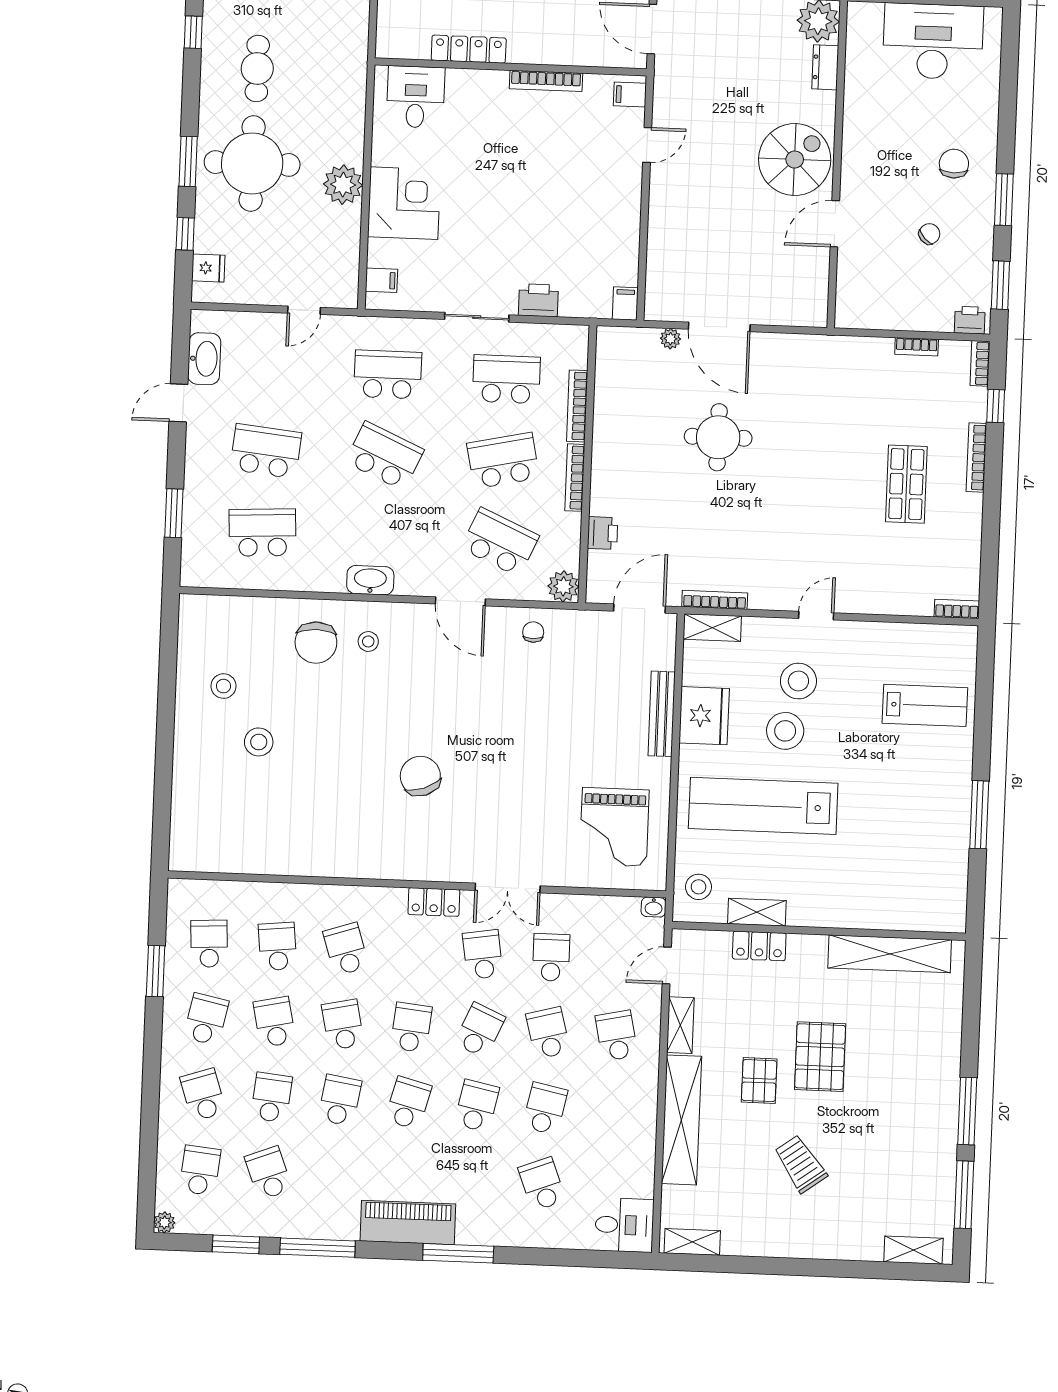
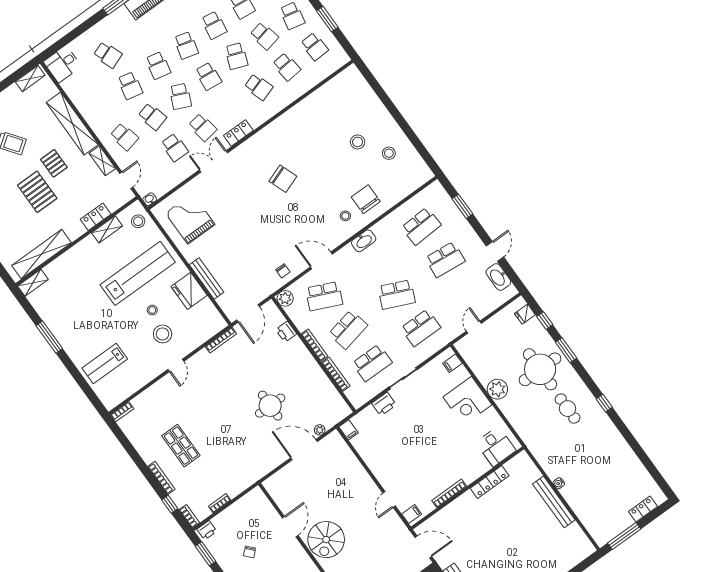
shelving: (712, 628) -> (33, 283), moved
stool: (785, 731) -> (152, 310), width x0.53, depth x0.53
school desk: (343, 1025) -> (236, 56), turned 33

